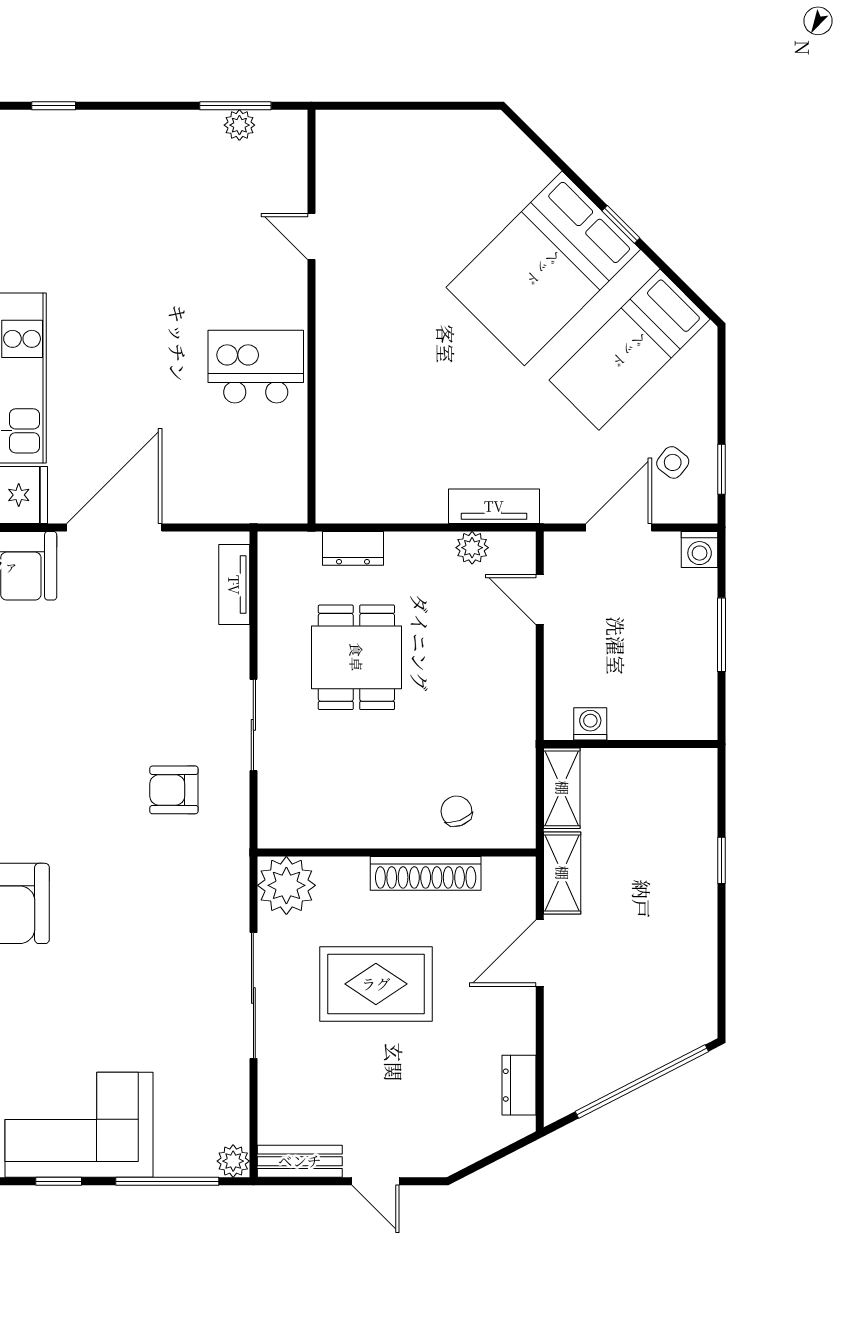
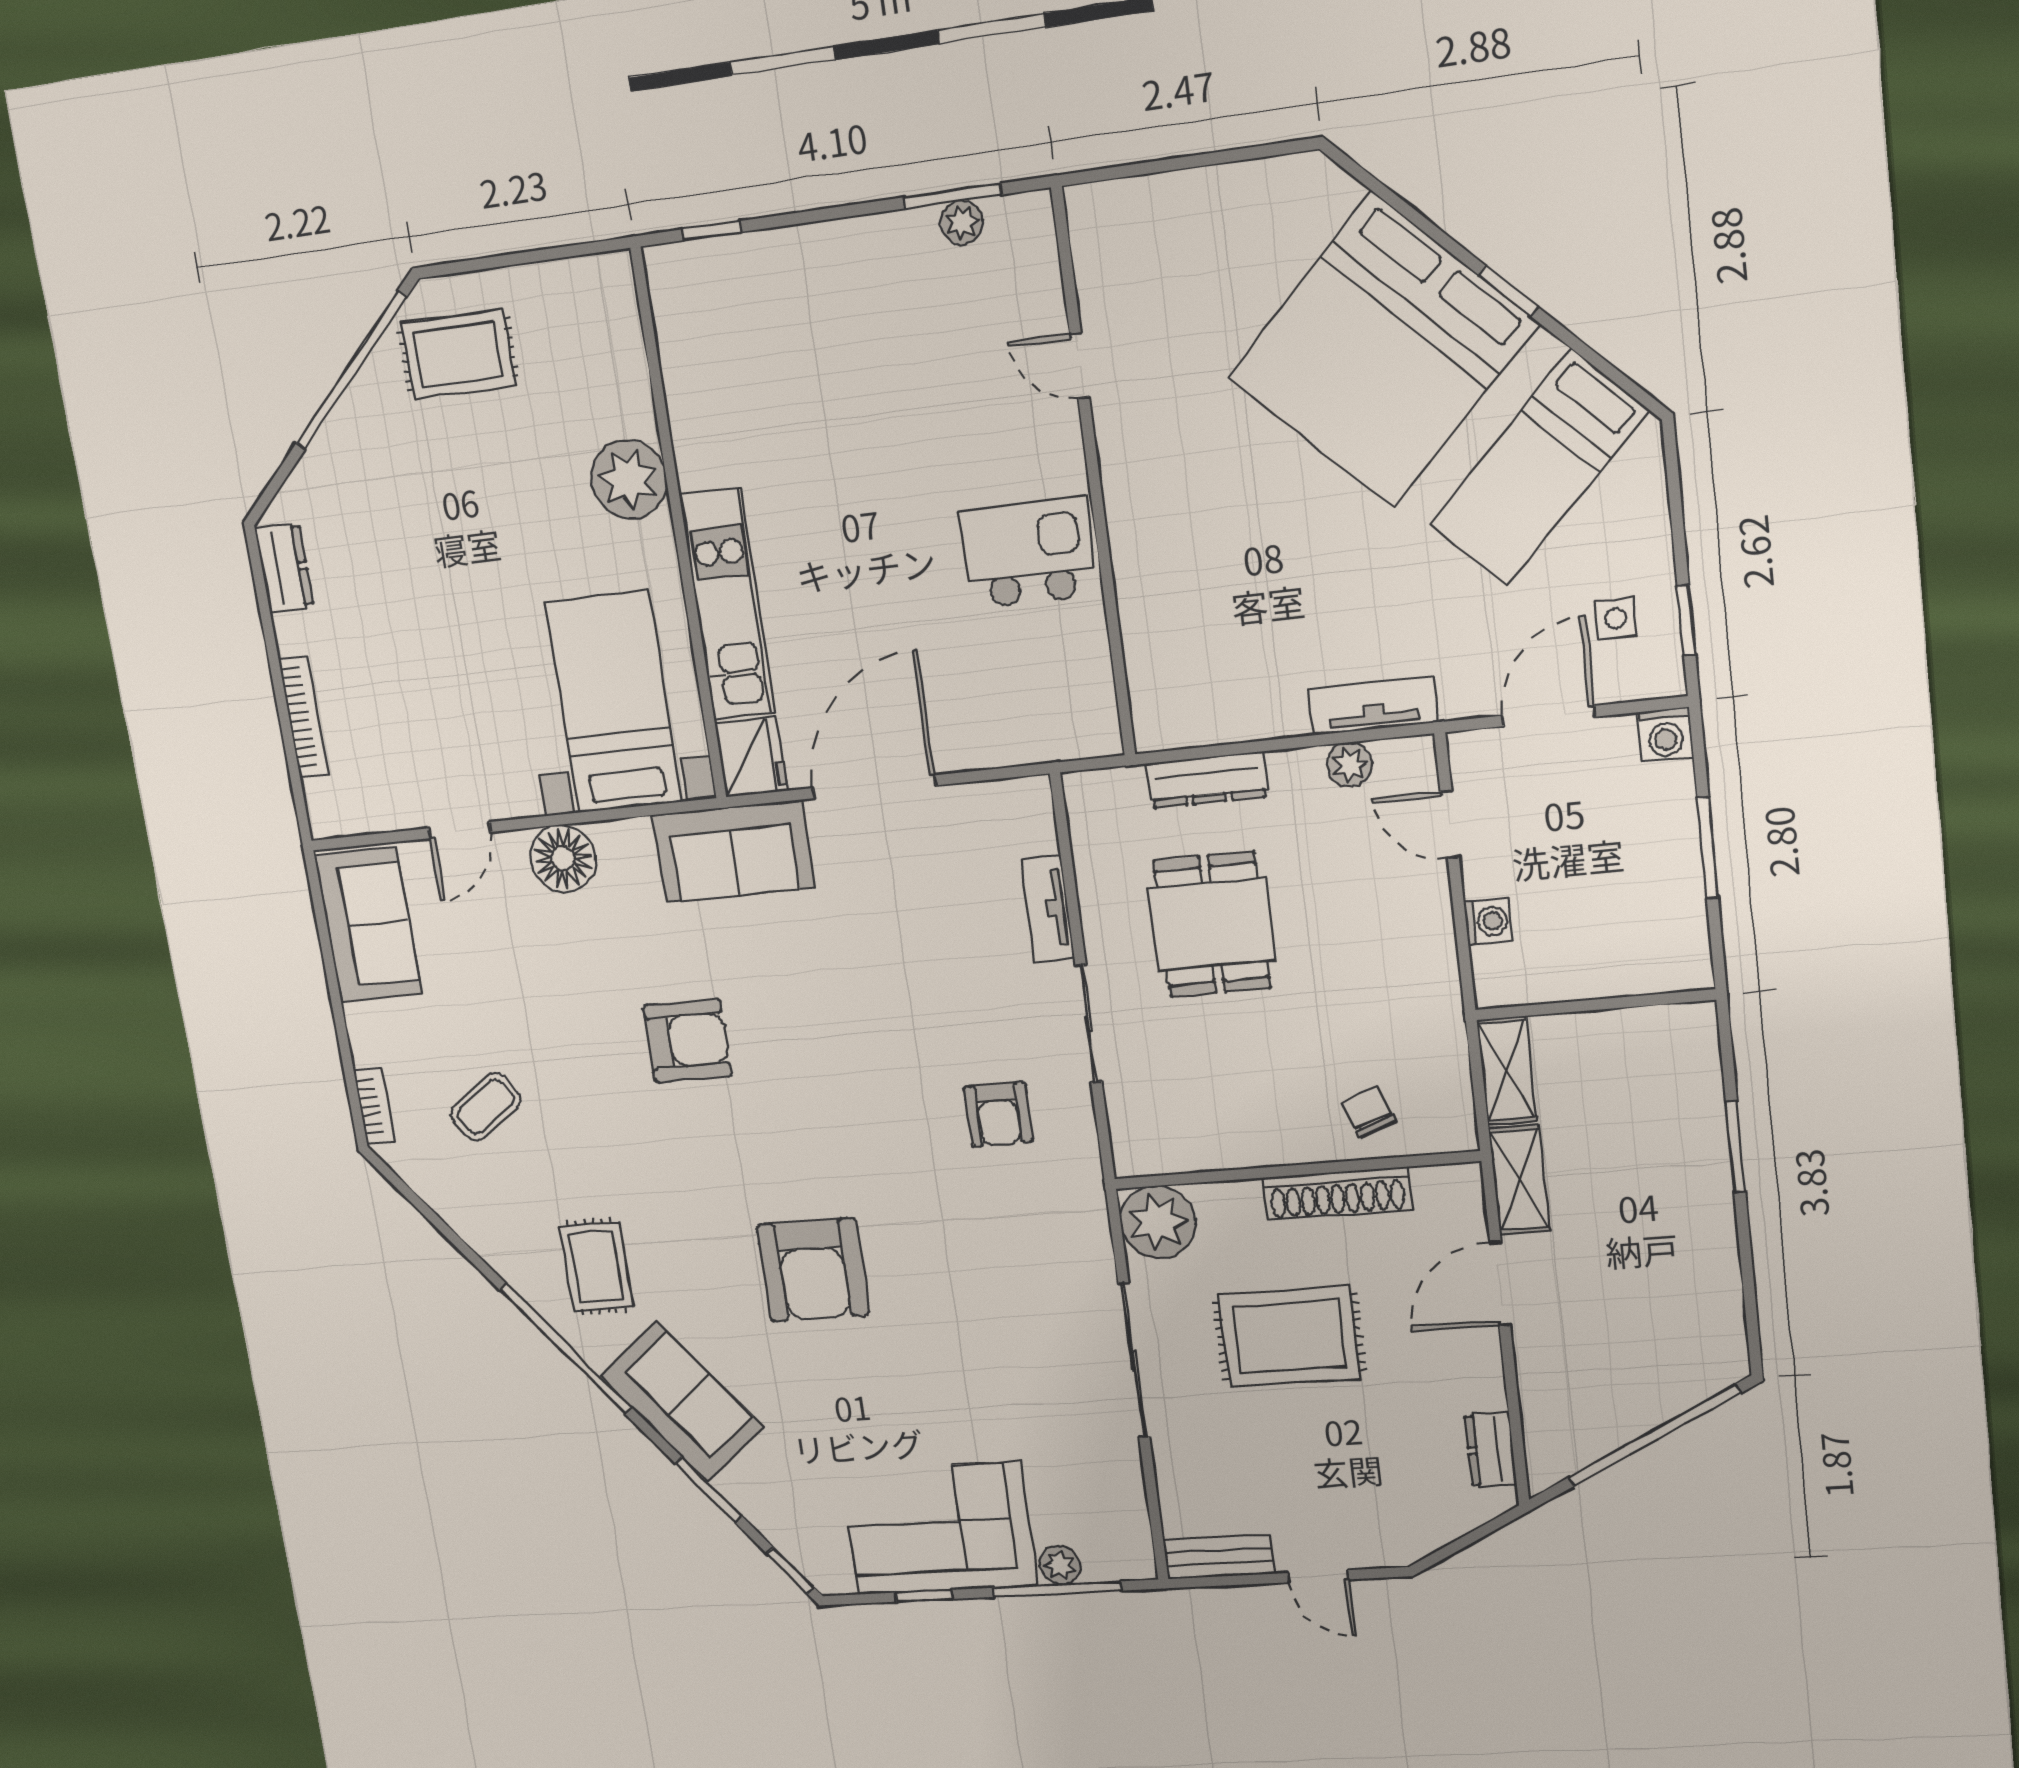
bed: (543, 268) -> (1382, 351), width x1.36
side table: (673, 462) -> (1616, 618), turned -38
dresser: (353, 548) -> (1207, 780), width x1.44
tv unit: (234, 585) -> (1048, 909), moved
washing machine: (590, 724) -> (1488, 921), moved, turned 90
armchair: (174, 790) -> (998, 1114), turned -90
window: (722, 860) -> (1736, 1147), width x1.50
plant: (233, 1161) -> (1060, 1565), moved

